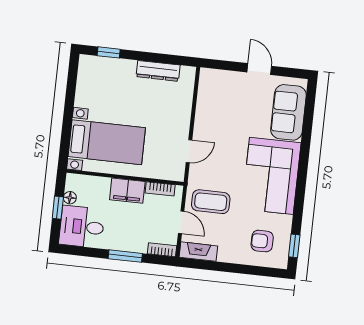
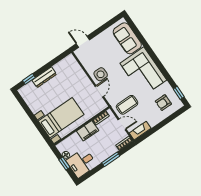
door: (259, 69) -> (83, 42), moved
dresser: (158, 71) -> (44, 77), moved
side table: (211, 130) -> (101, 74), added

